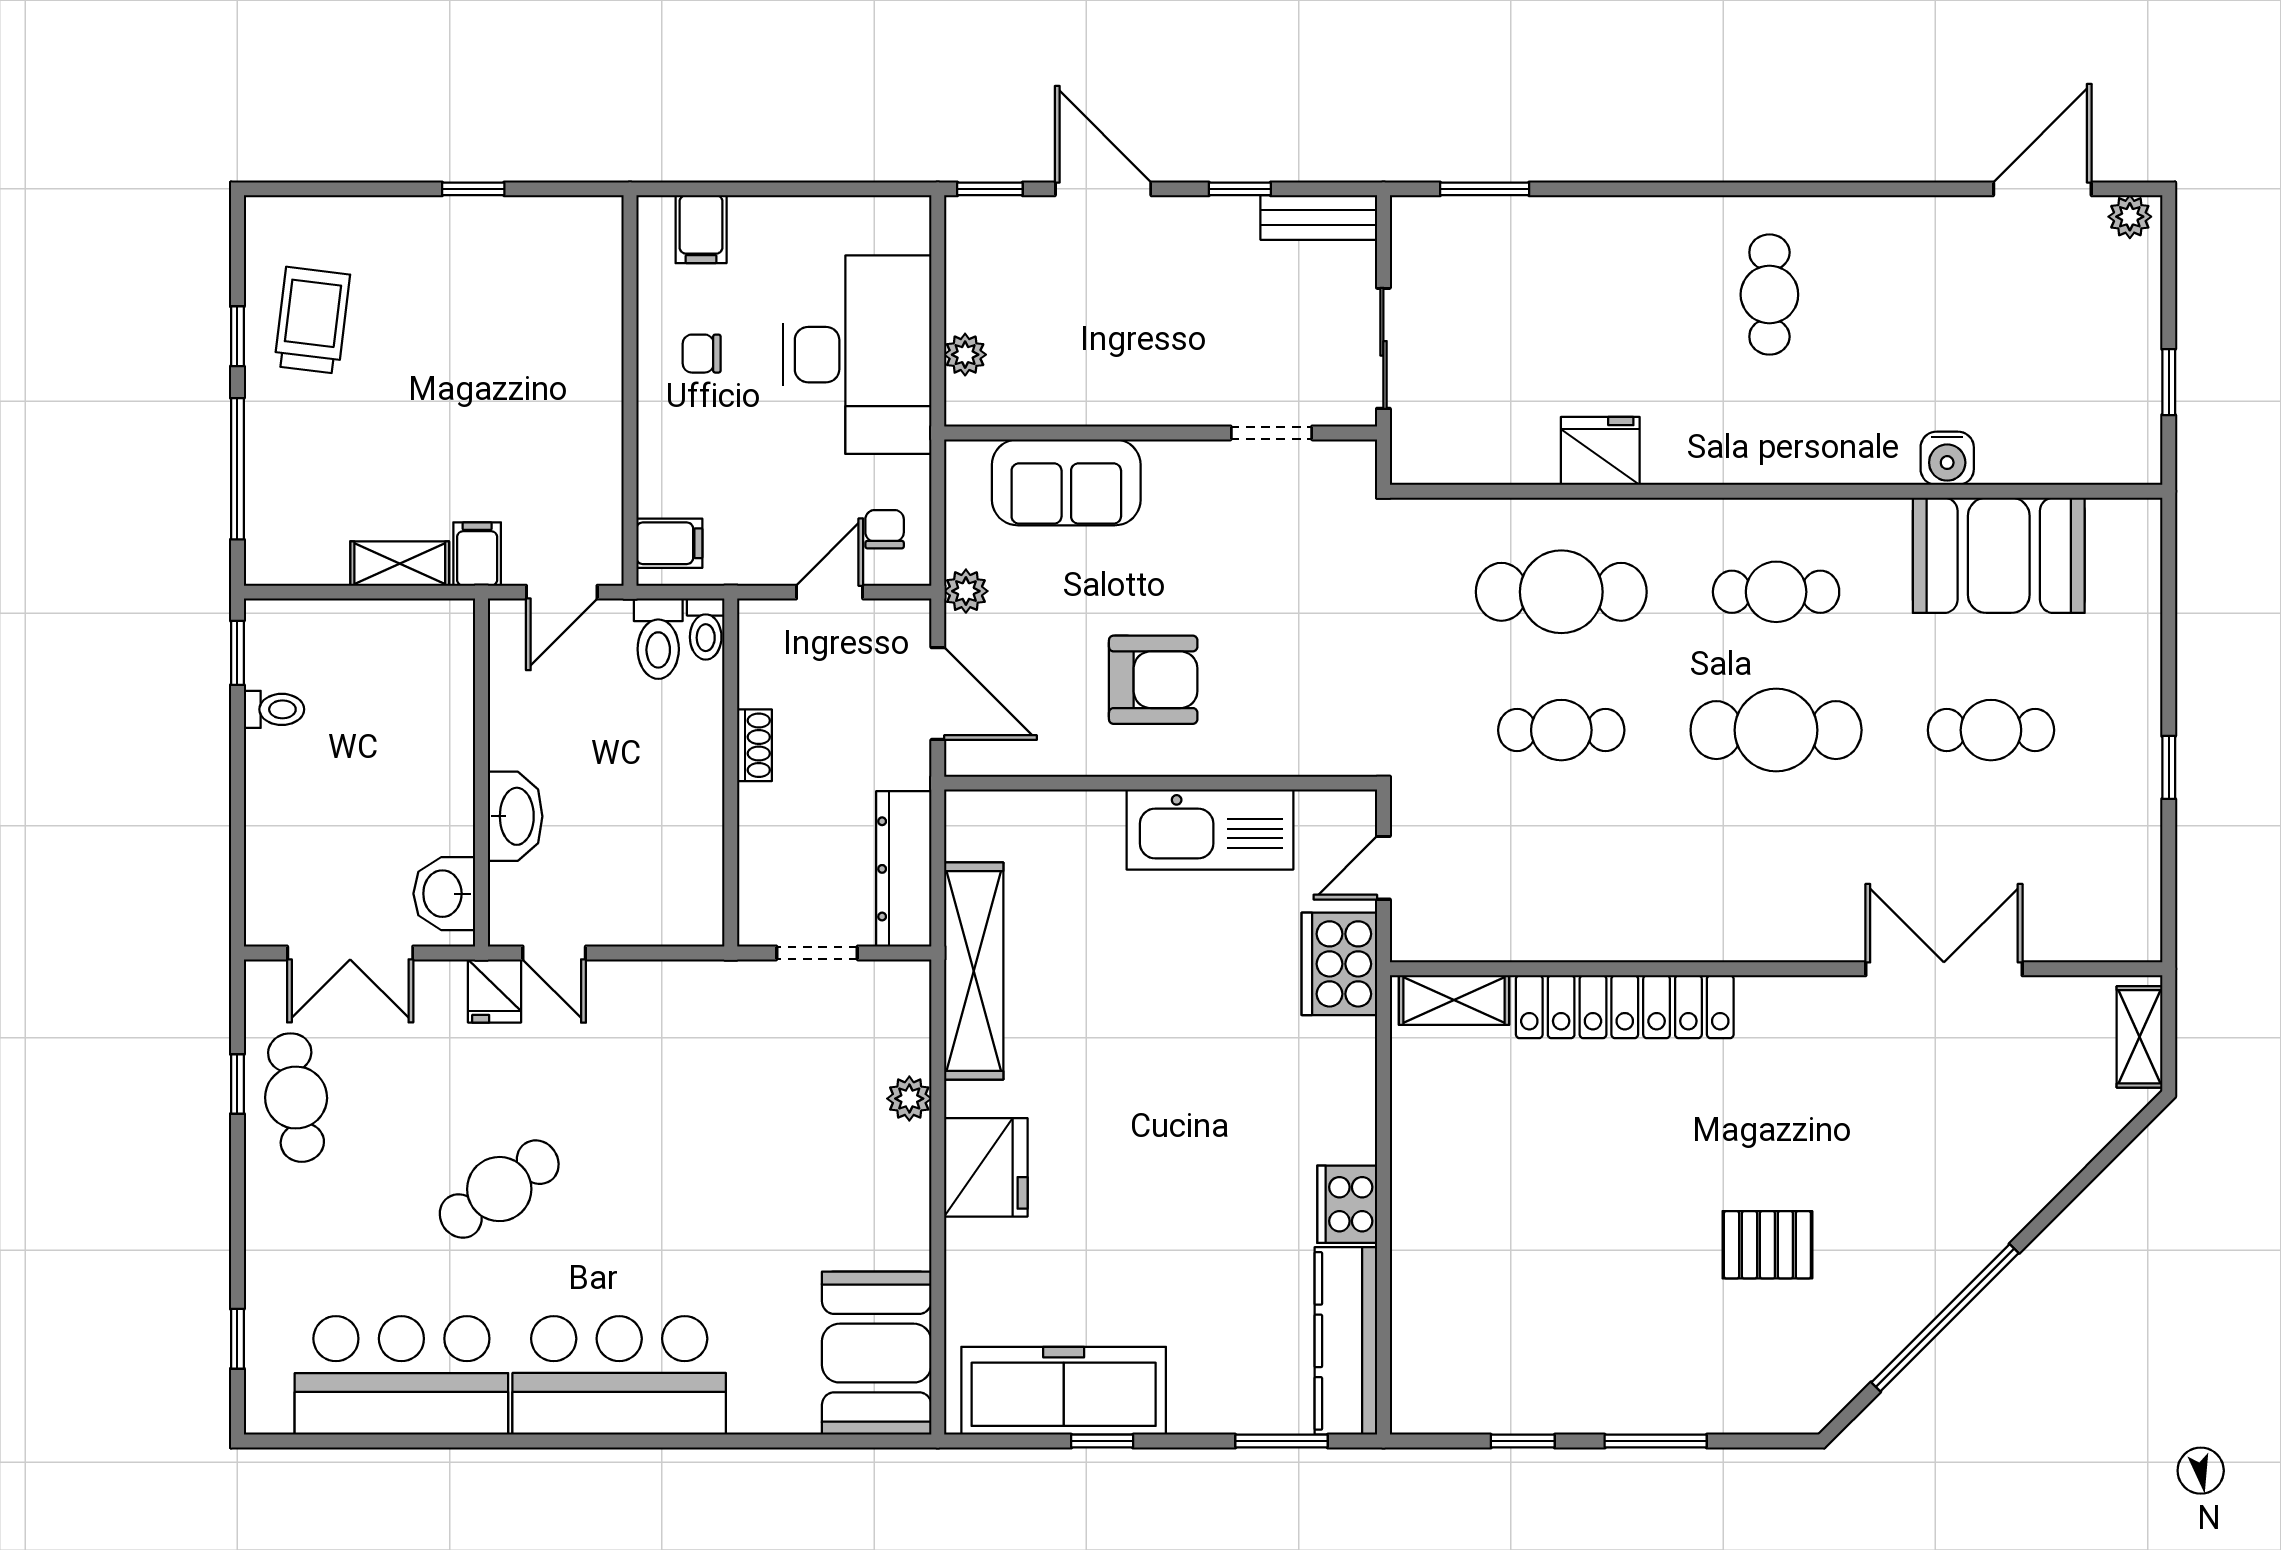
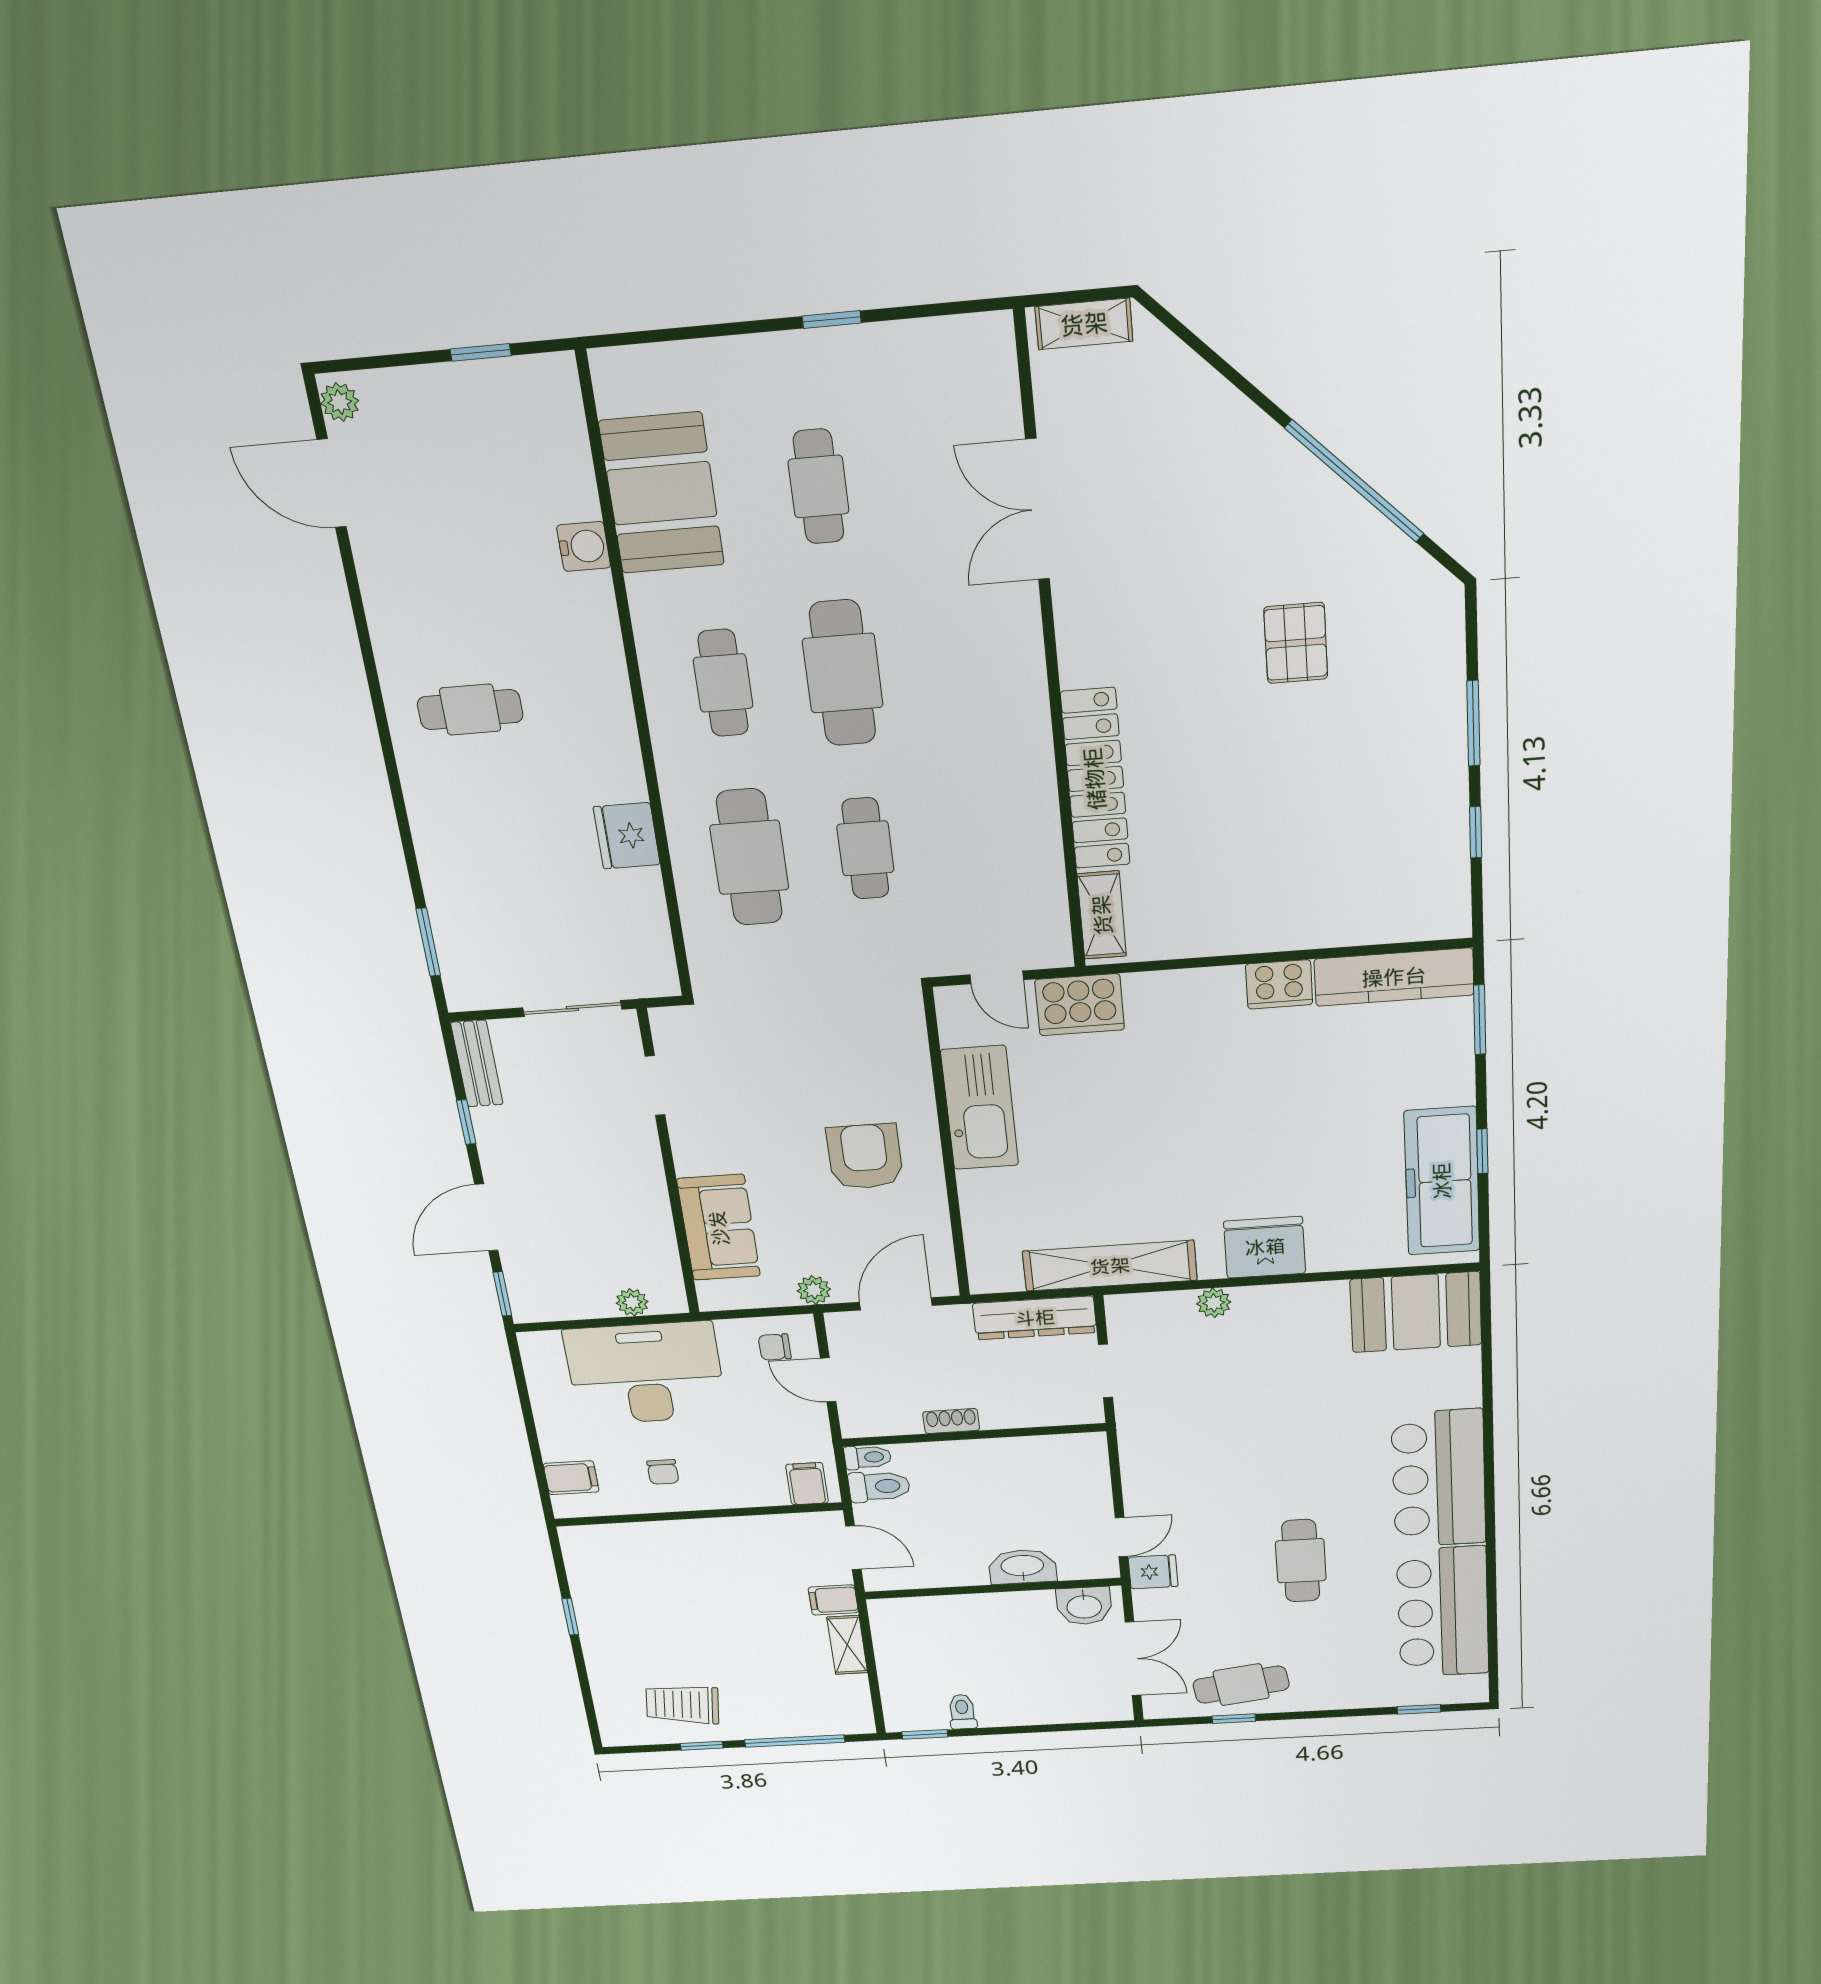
cafe table: (499, 1189) -> (1301, 1561), turned 35

